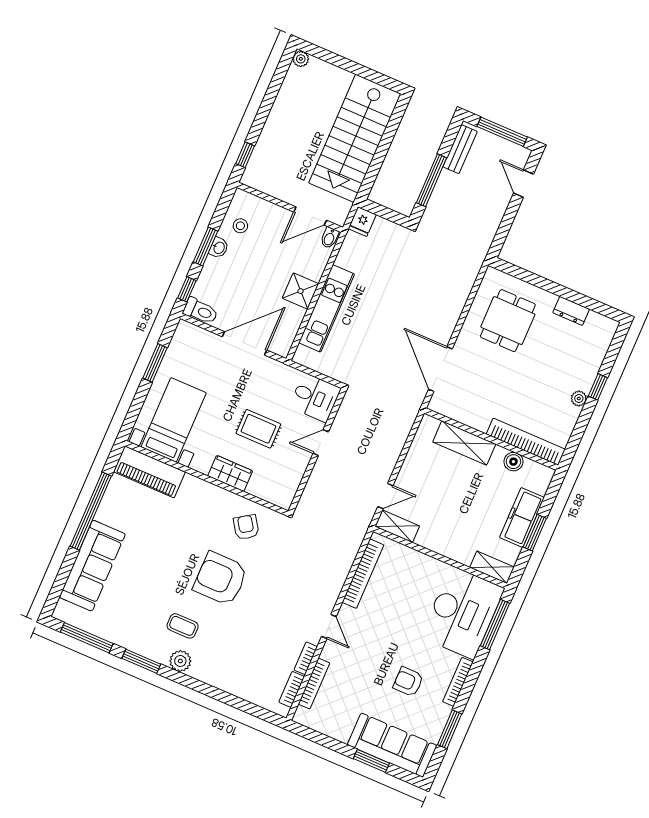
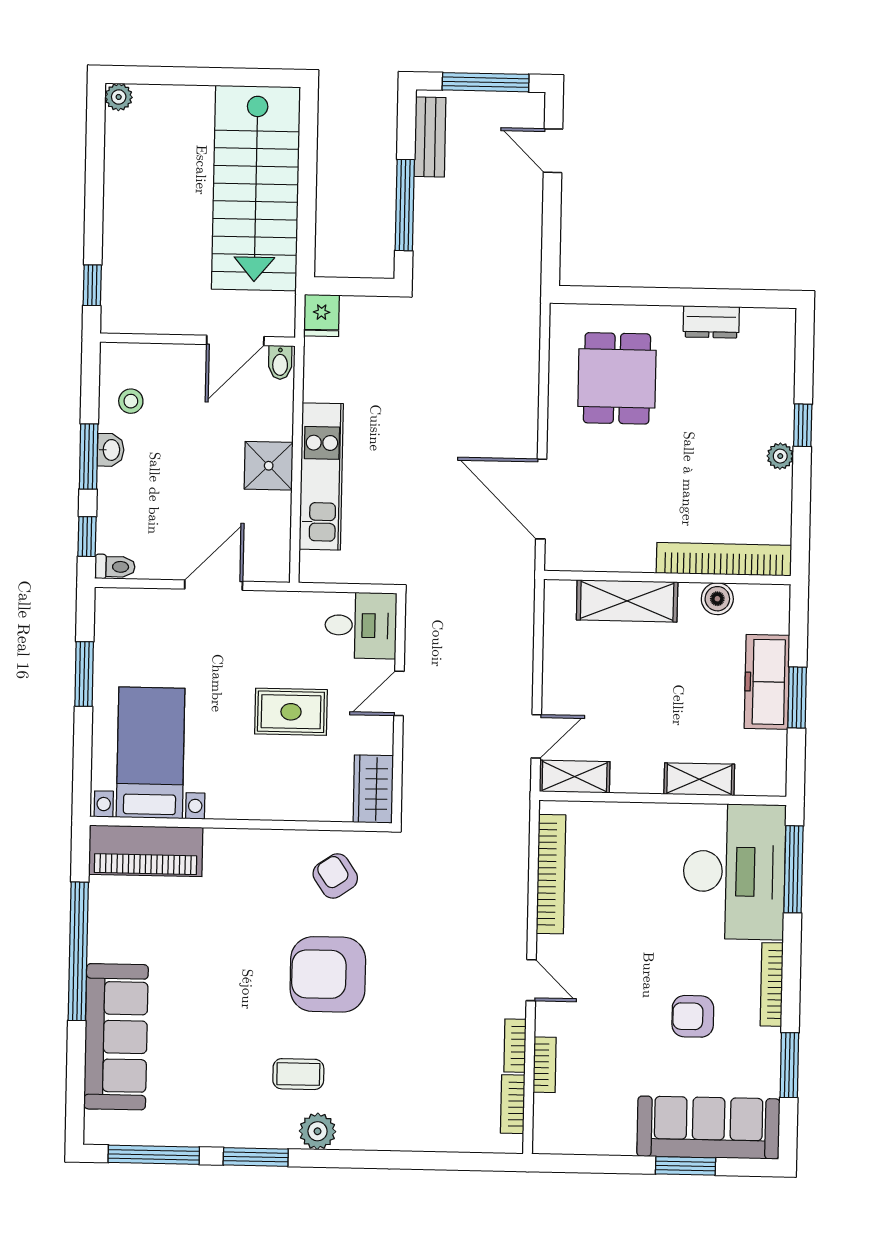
toilet: (201, 311) -> (115, 567), width x0.73, depth x0.72
door: (244, 343) -> (214, 585), width x0.73
wardrobe: (230, 473) -> (373, 789), moved, turned -90
shelving: (492, 567) -> (699, 779), moved
bookcase: (314, 683) -> (545, 1065), width x0.64

